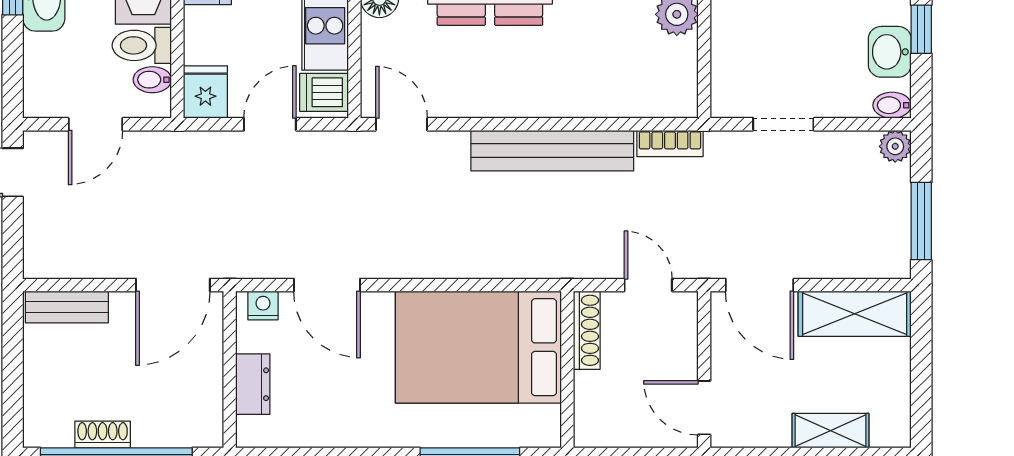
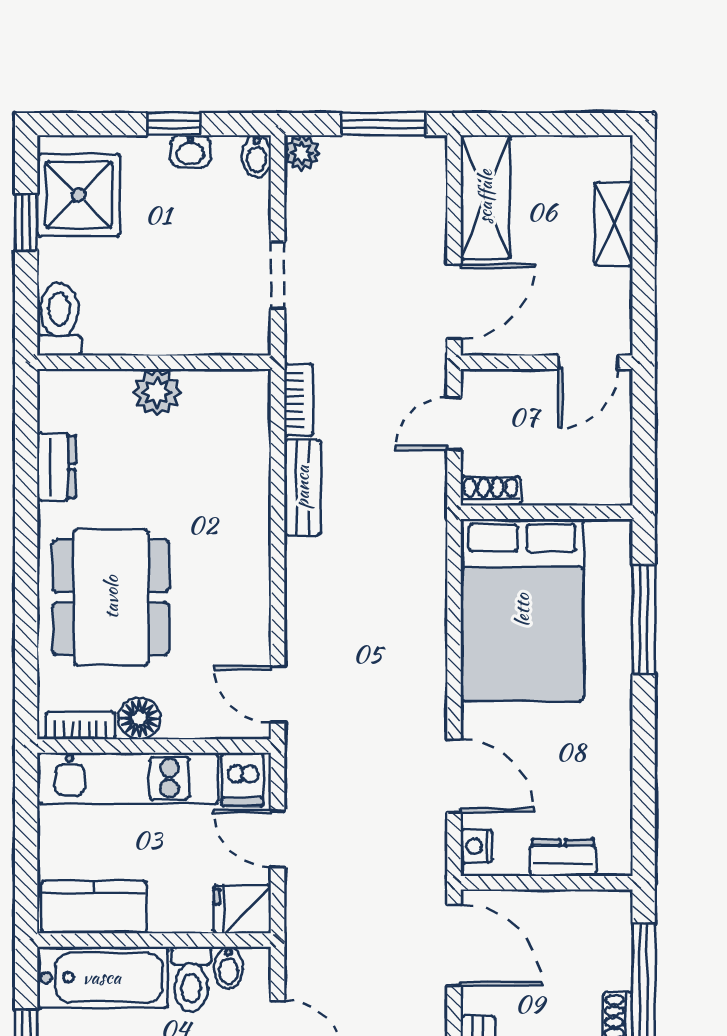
washbasin: (890, 52) -> (190, 151), width x0.72, depth x0.69
door: (402, 124) -> (278, 694), hinge flipped
bench: (552, 151) -> (302, 487), width x0.54, depth x0.82
door: (327, 285) -> (454, 776), hinge flipped
shoe rack: (587, 330) -> (491, 491), width x0.70

